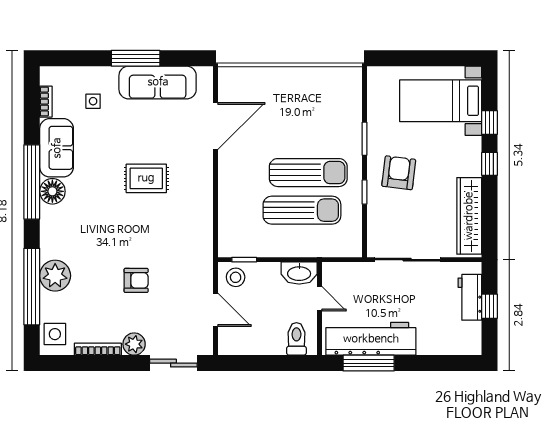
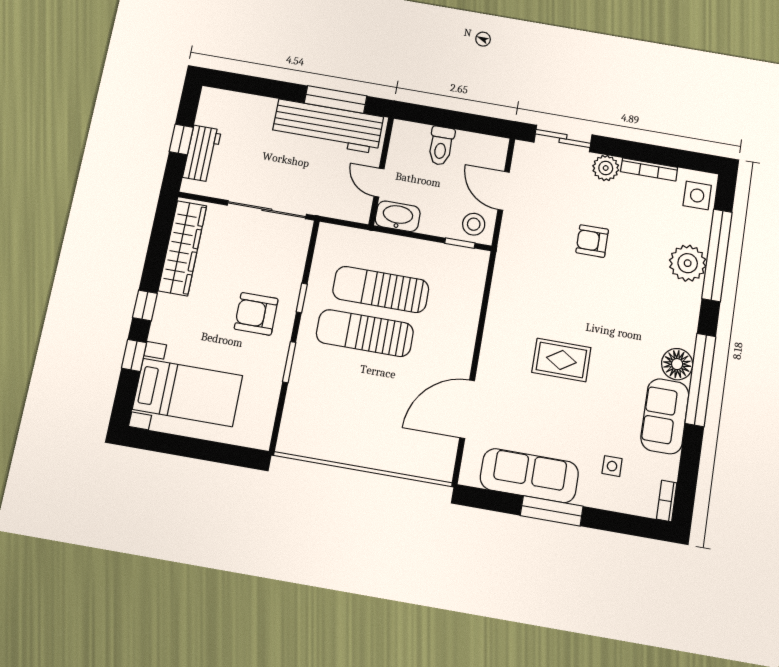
bookcase: (46, 102) -> (667, 501), moved
armchair: (399, 173) -> (256, 314), turned 83
toilet: (296, 339) -> (441, 146), moved

